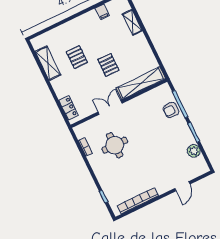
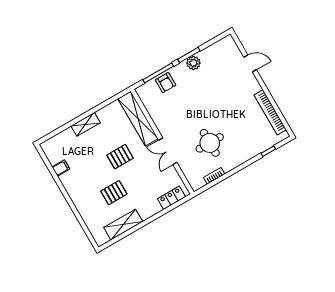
shelving: (132, 22) -> (86, 124), moved
plant: (194, 151) -> (193, 63), moved

